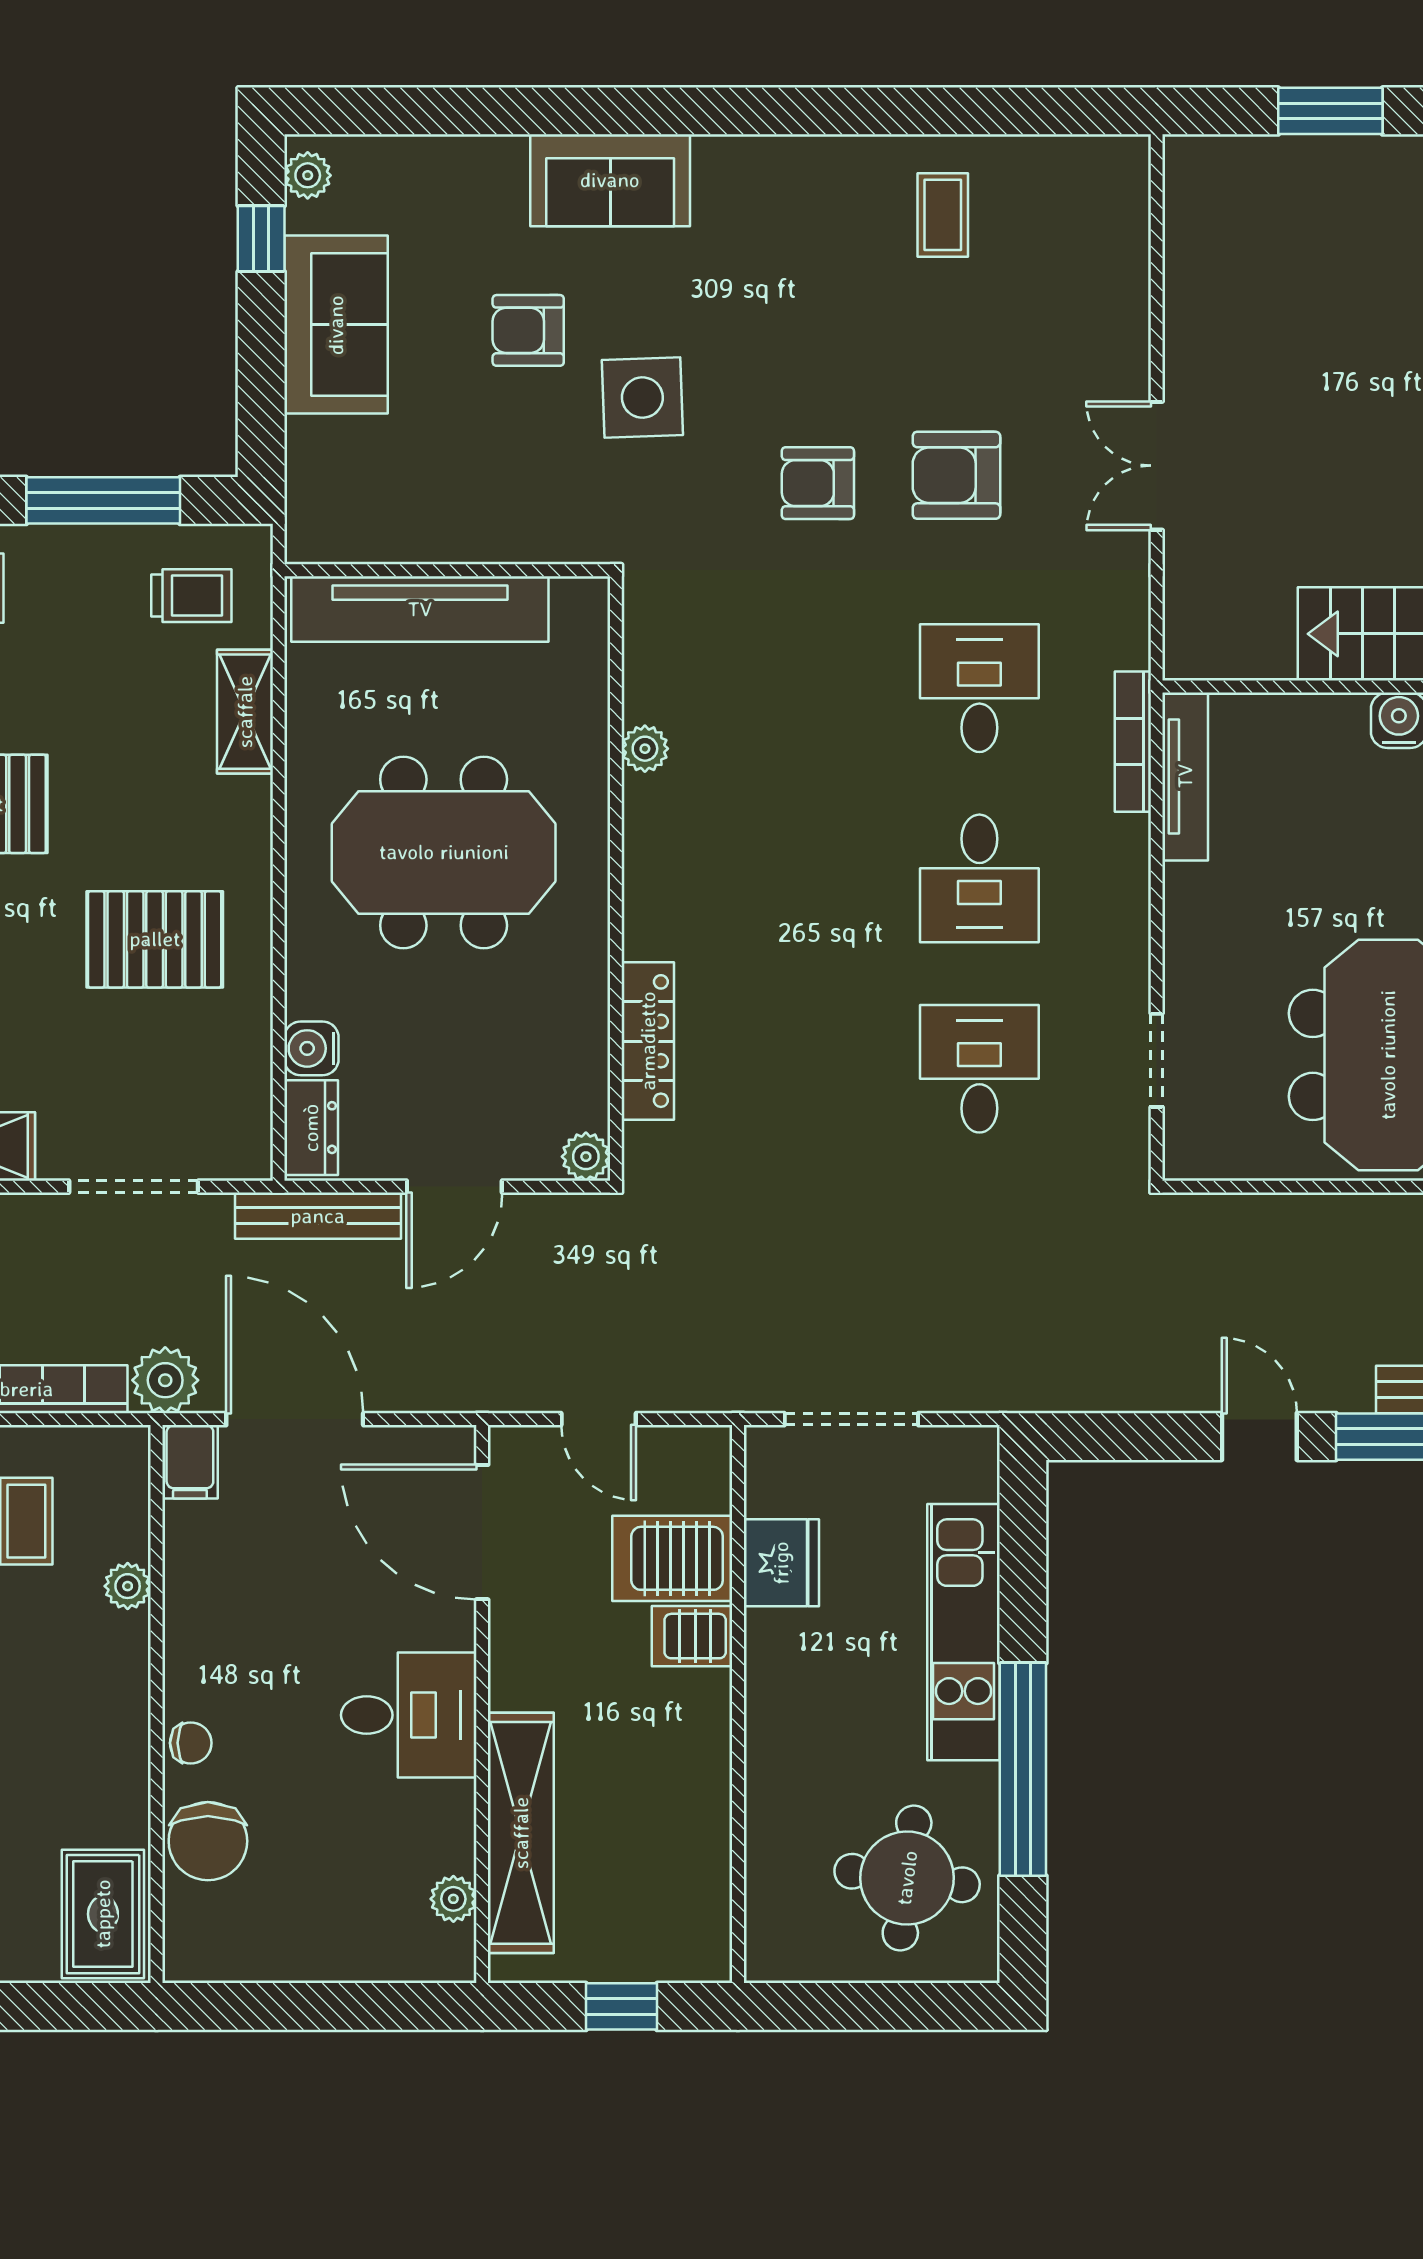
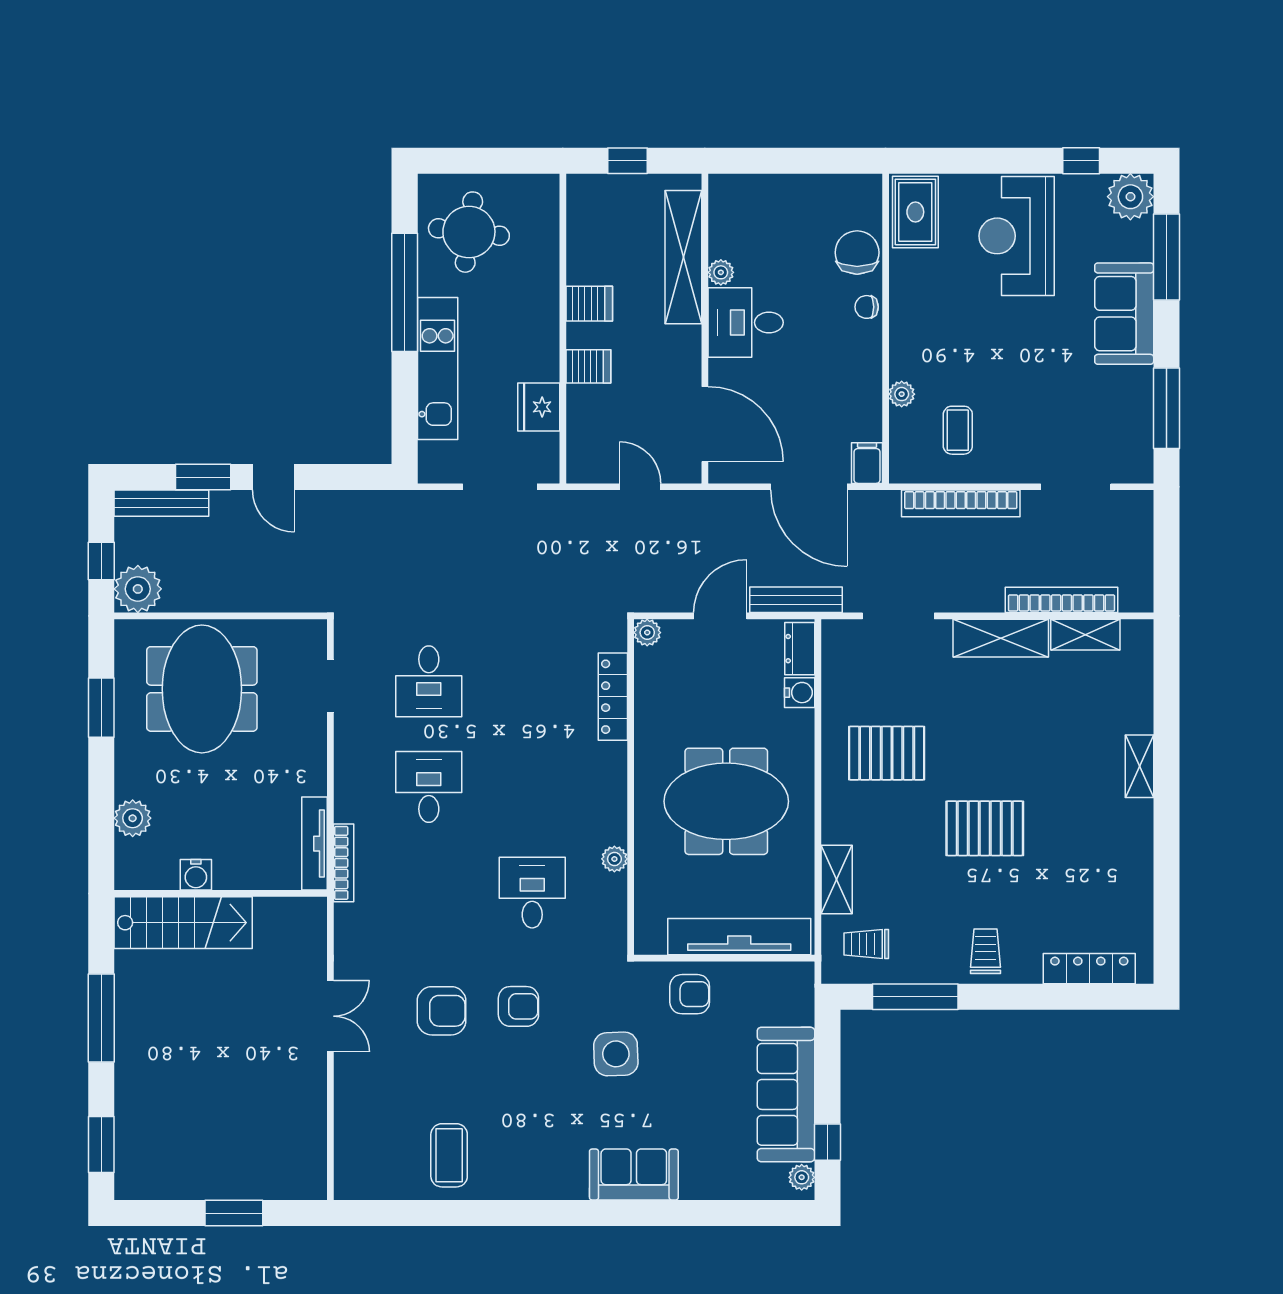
coffee table: (943, 215) -> (449, 1155), width x1.36, depth x1.30
sofa: (336, 325) -> (786, 1094), width x1.36
armchair: (528, 330) -> (690, 994), moved
desk: (979, 688) -> (532, 893), moved, turned 180
plant: (165, 1380) -> (881, 508), removed
server rack: (672, 1558) -> (589, 304), moved, width x0.73, depth x0.70
plant: (453, 1899) -> (721, 272), moved

